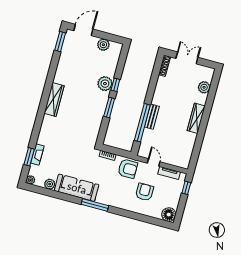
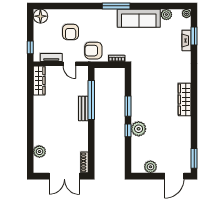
double door: (187, 58) -> (64, 176), width x1.37
wardrobe: (196, 118) -> (39, 81), moved

